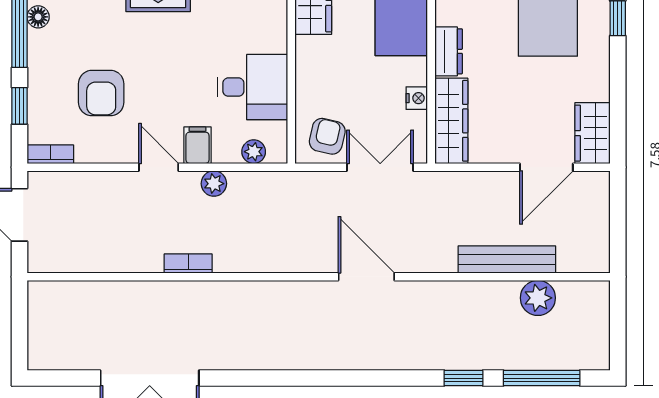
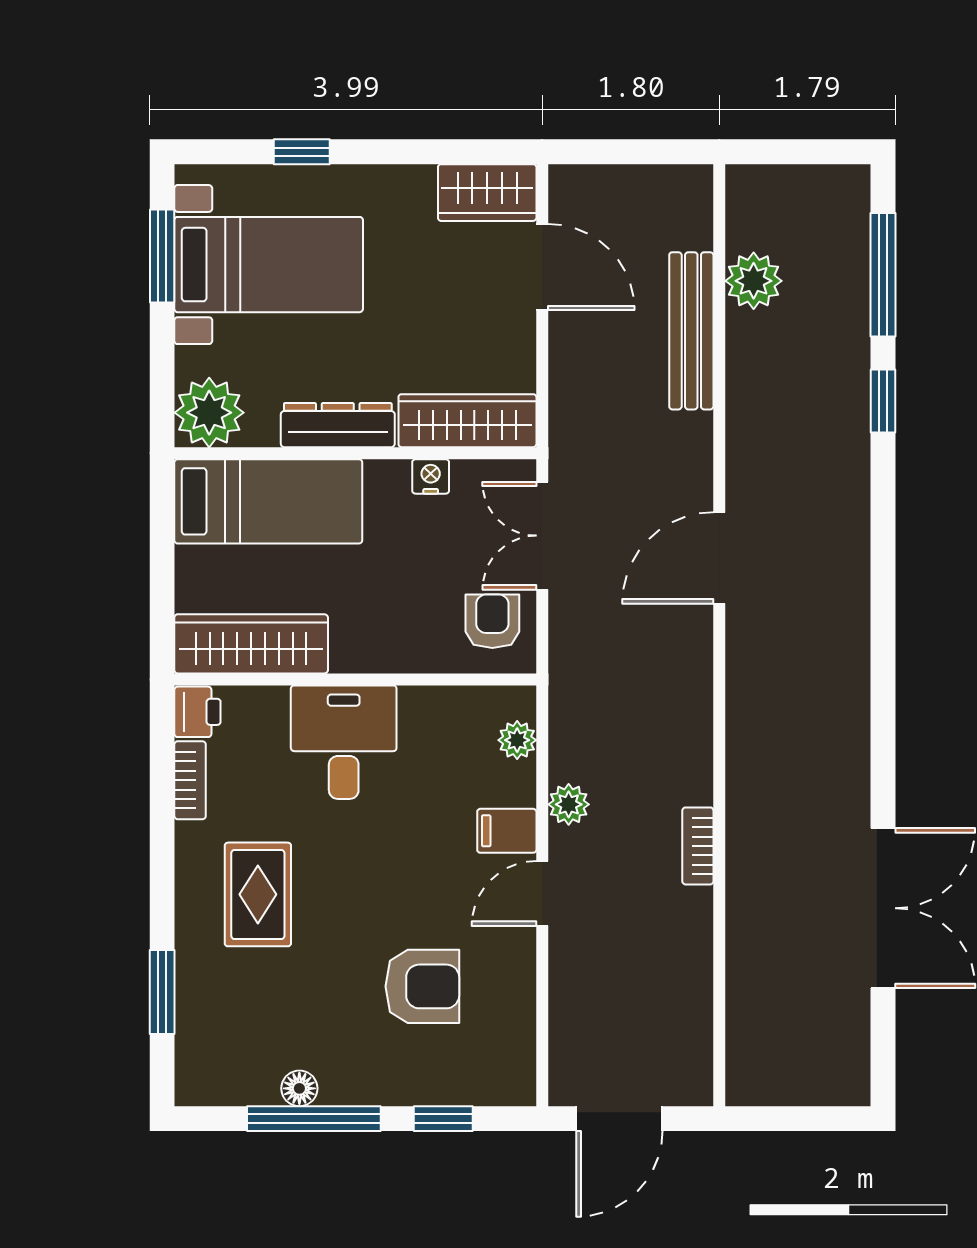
dresser: (449, 51) -> (338, 425), width x1.44
desk: (252, 87) -> (344, 742), moved
armchair: (327, 136) -> (492, 621), turned 77
bookcase: (50, 154) -> (521, 1069), removed

